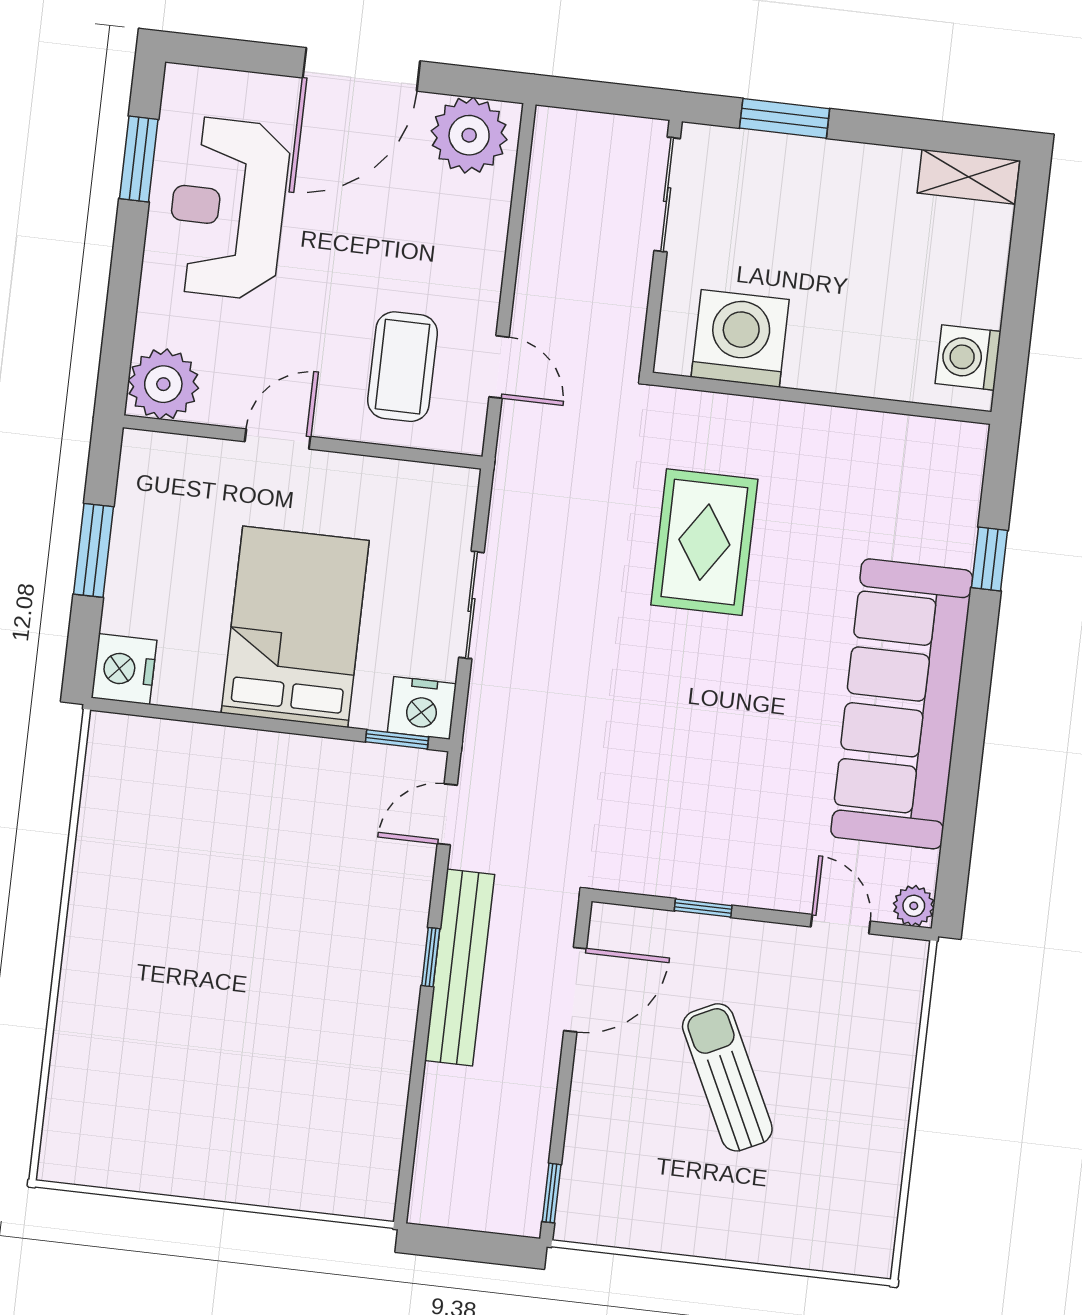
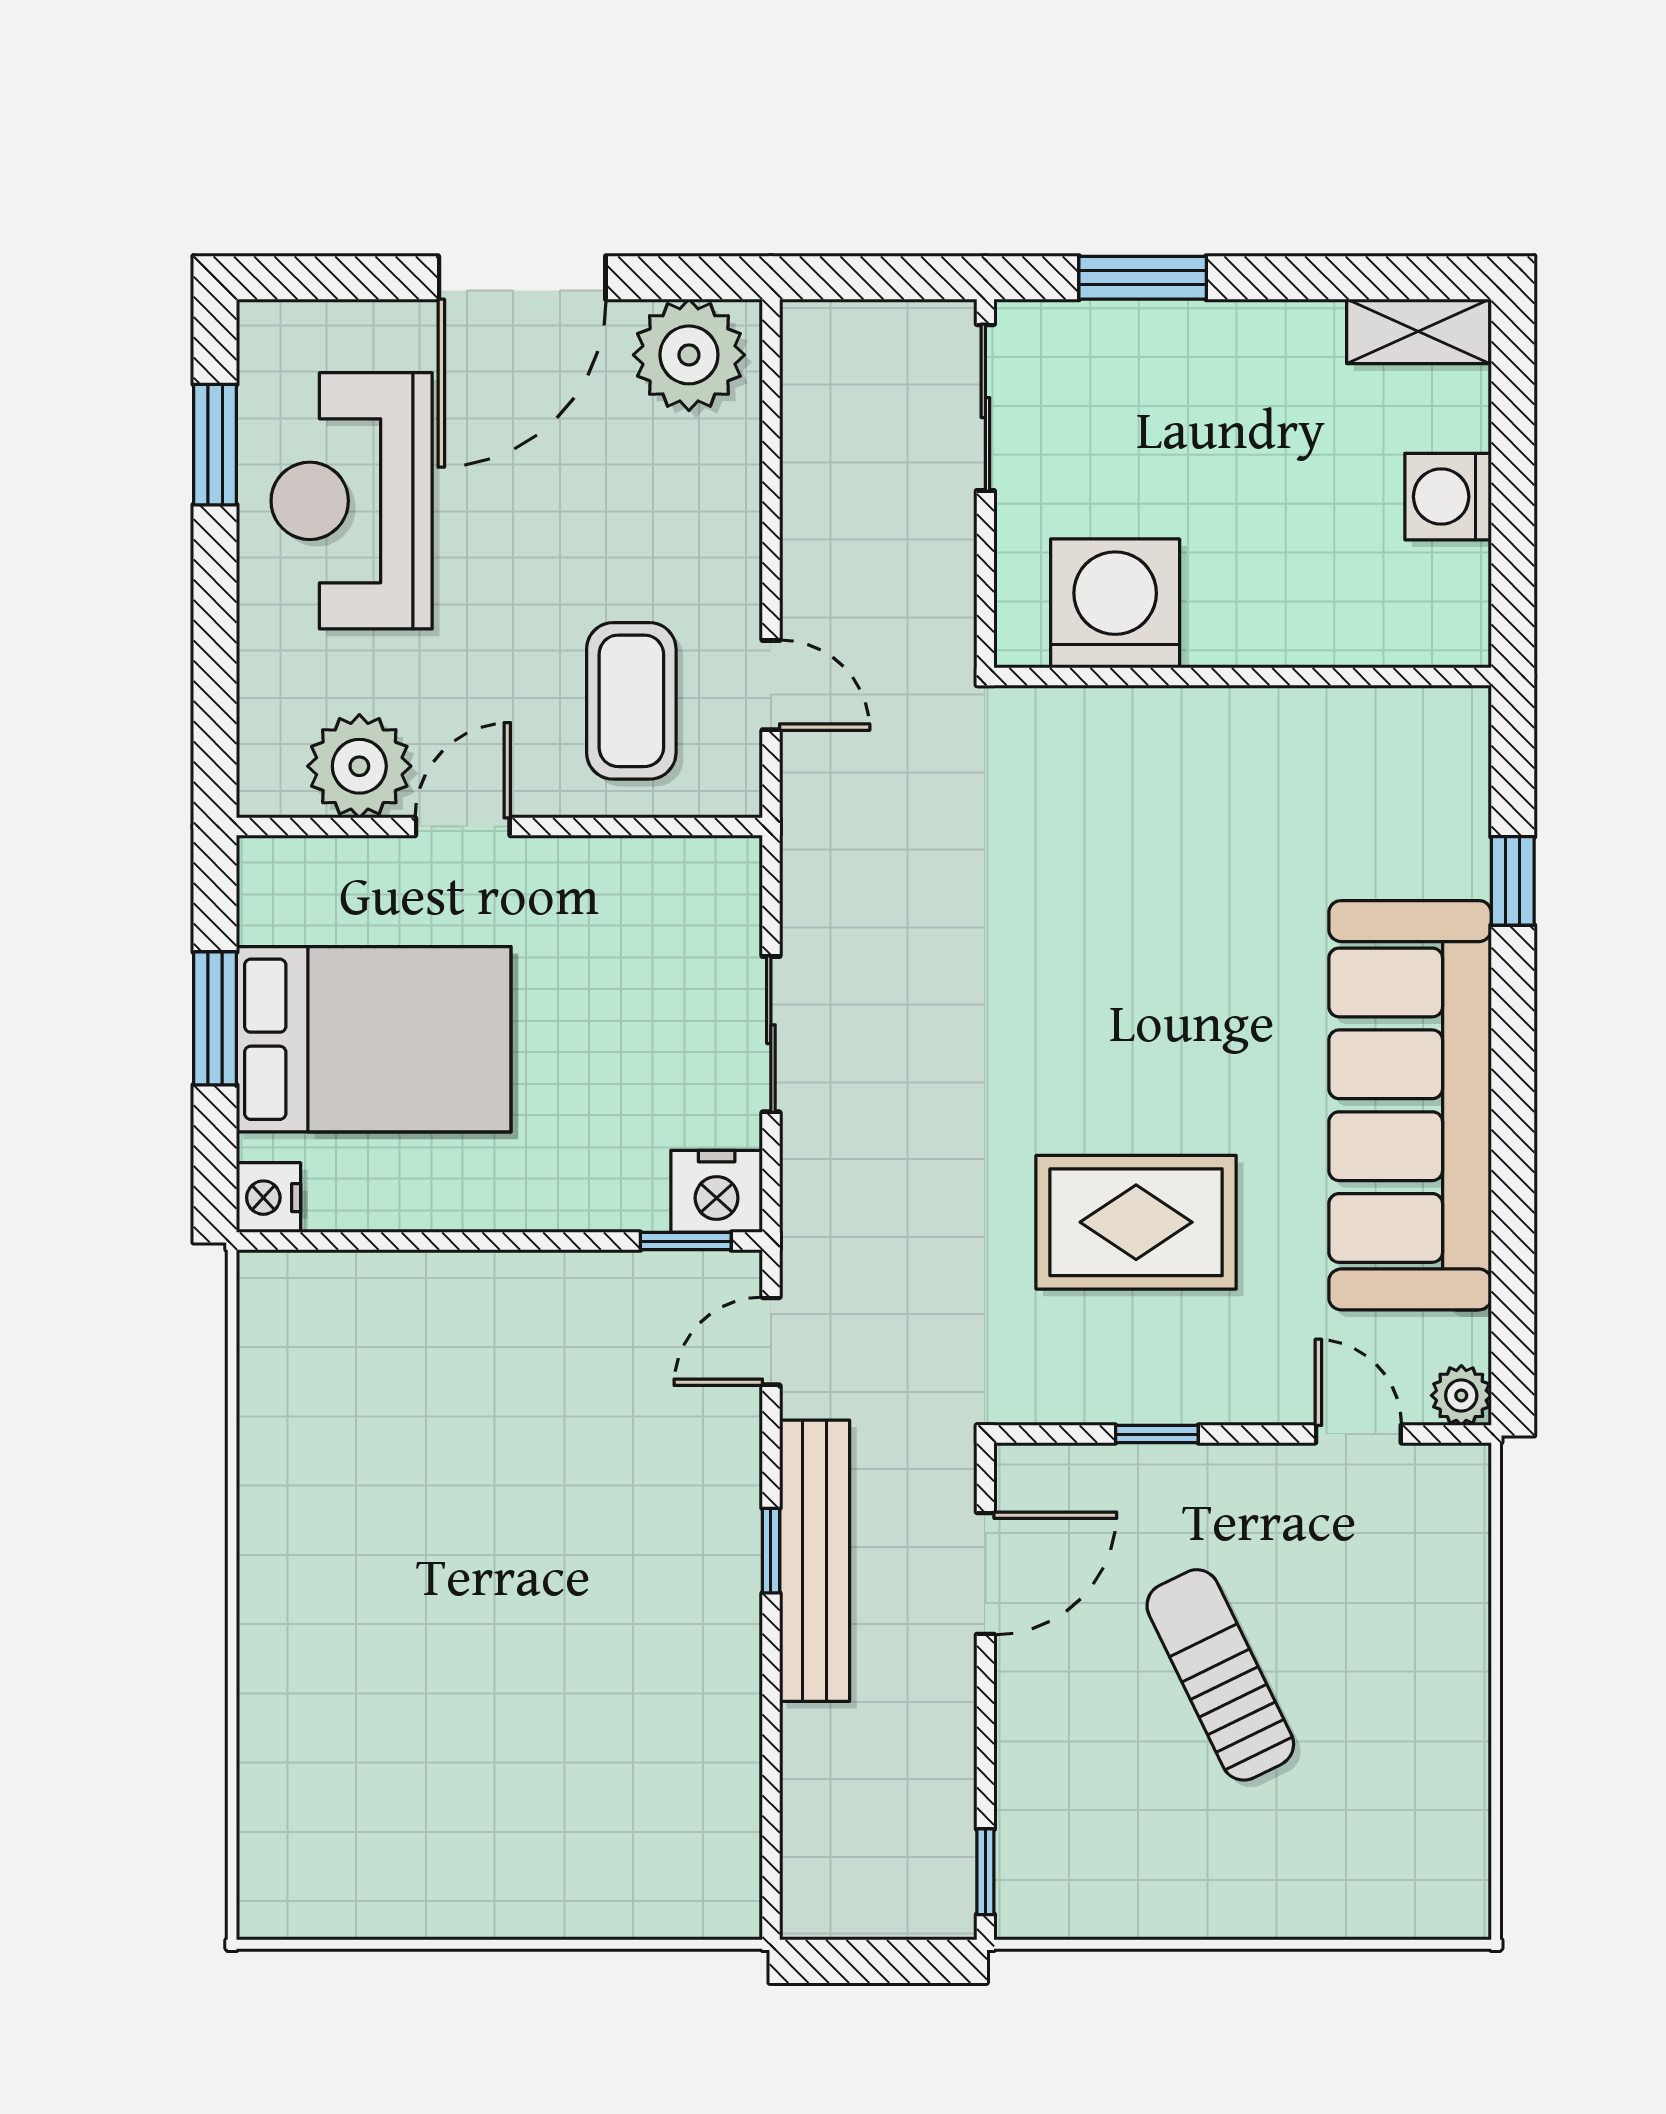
washing machine: (968, 358) -> (1448, 497), moved
plant: (163, 384) -> (359, 766), moved
rug: (704, 542) -> (1136, 1222), moved, turned 90
bed: (295, 627) -> (374, 1039), moved, turned 90
nightstand: (124, 669) -> (269, 1198), width x0.74, depth x0.75

